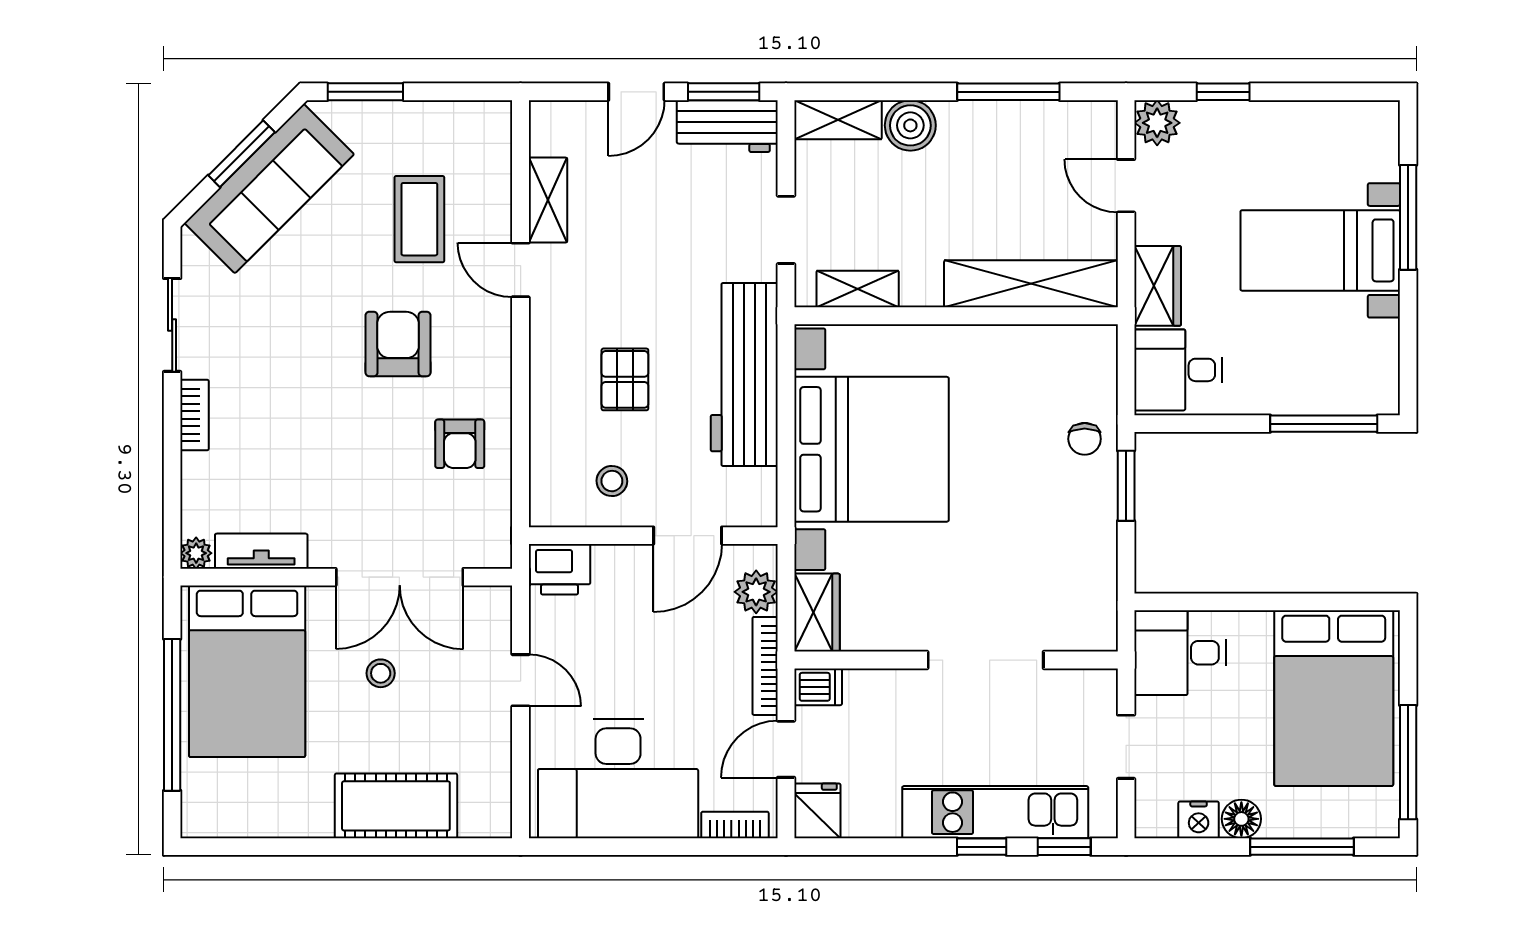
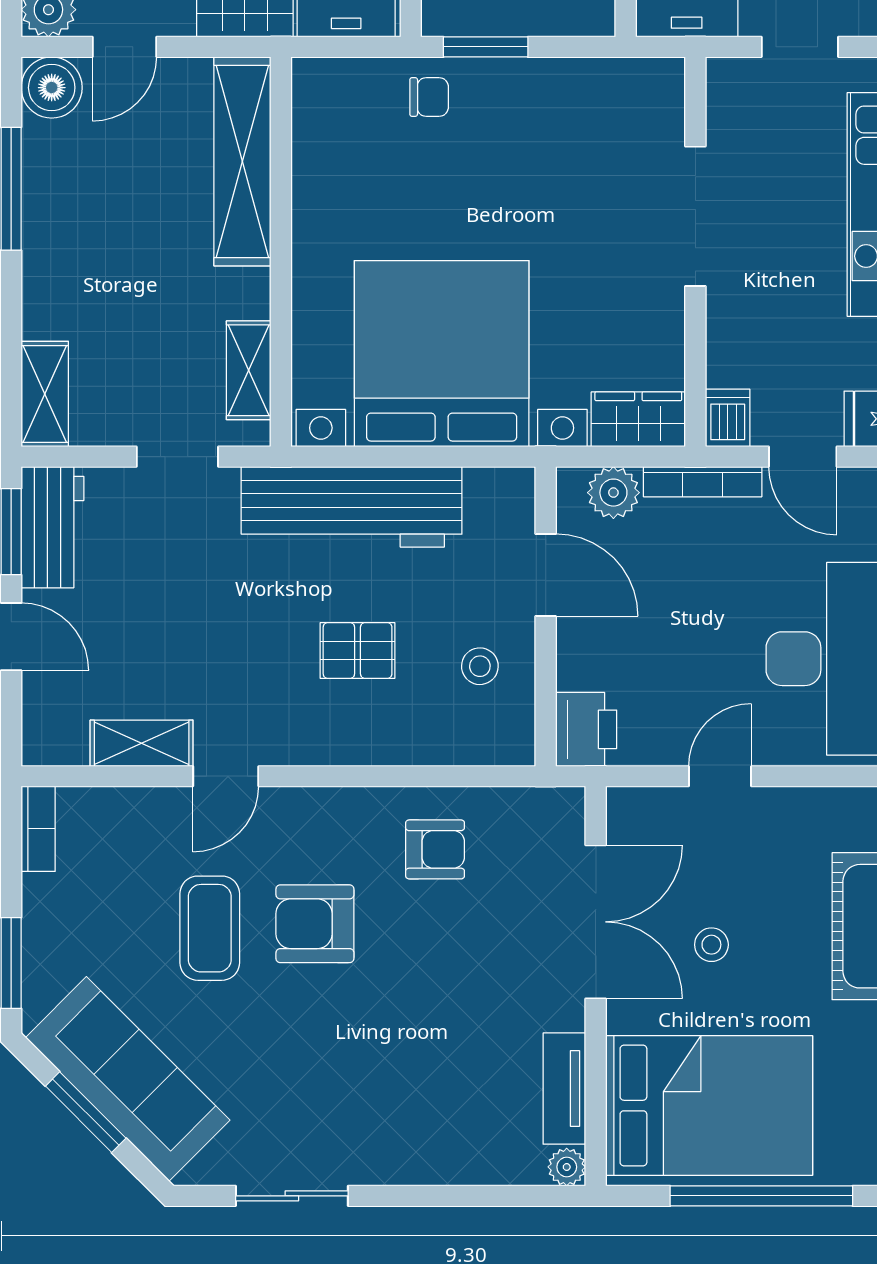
boiler: (910, 125) -> (52, 88), moved
coffee table: (419, 219) -> (210, 928), moved, turned 90
bookcase: (195, 415) -> (38, 829), moved, turned 90

